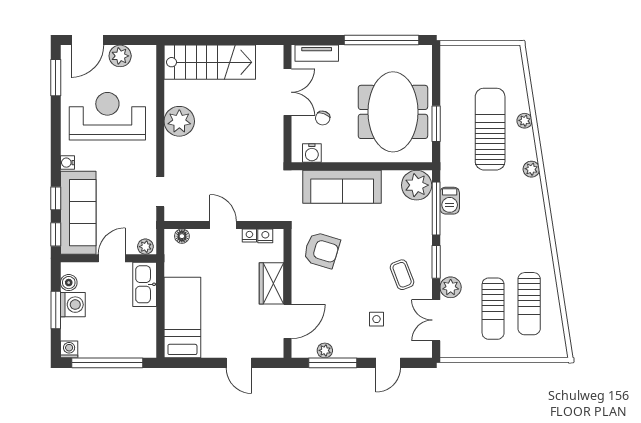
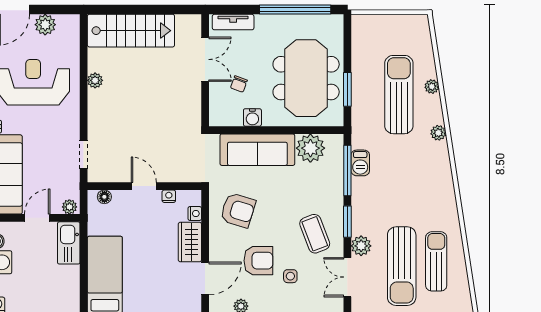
plant: (179, 121) -> (95, 80), width x0.53, depth x0.53
water cooler: (312, 153) -> (252, 117), moved
plant: (417, 185) -> (310, 148), moved
nightstand: (265, 236) -> (195, 214), moved, turned 90
coffee table: (402, 275) -> (315, 234), width x1.36, depth x1.30
armchair: (343, 303) -> (258, 261), added
sun lounger: (529, 304) -> (436, 261), turned 180
sun lounger: (493, 309) -> (402, 266), width x1.36, depth x1.34

